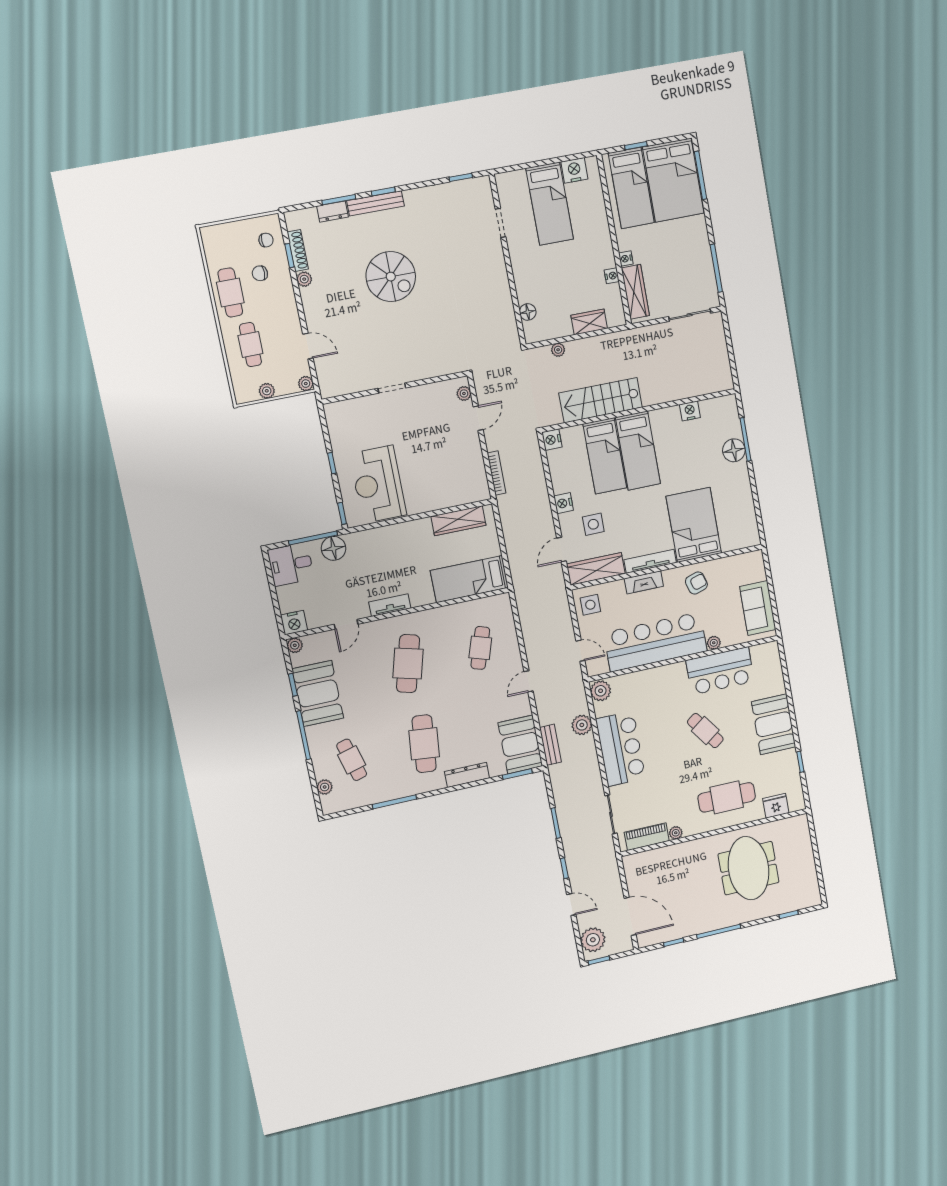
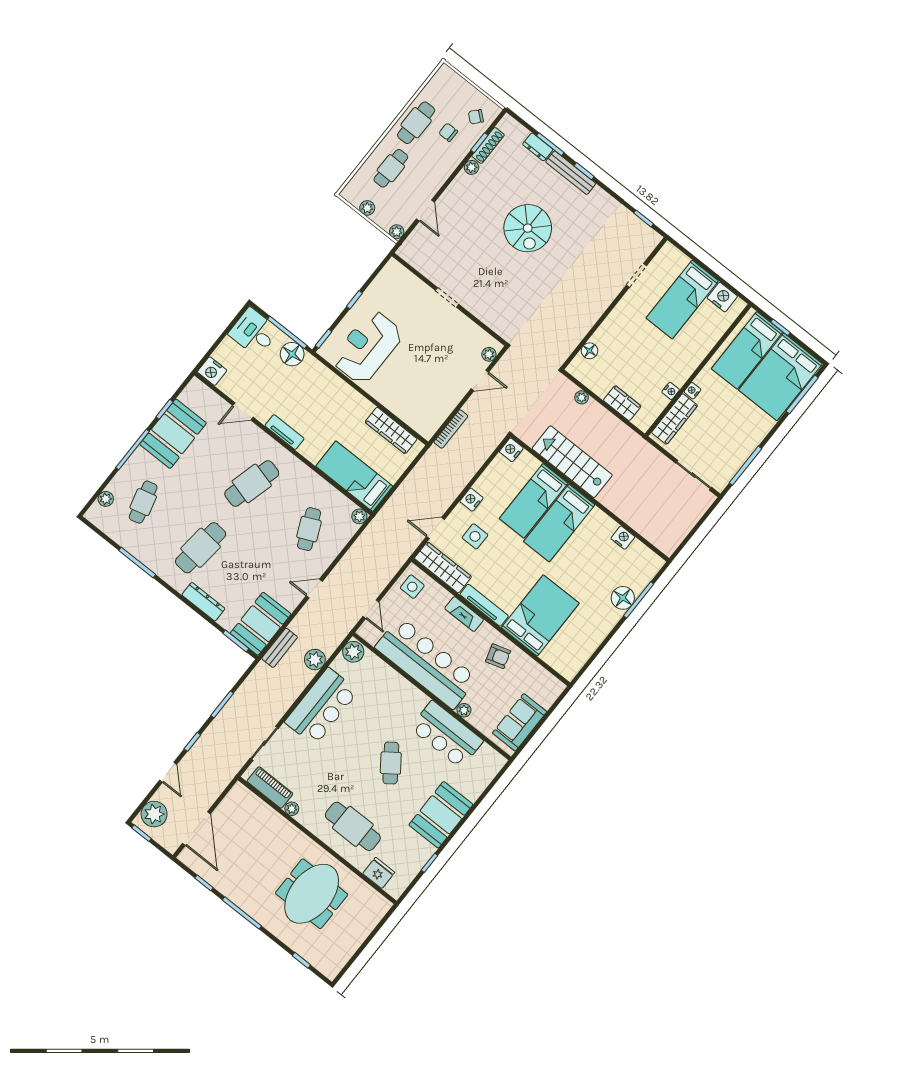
chair: (266, 240) -> (476, 117), turned 131
plant: (295, 645) -> (359, 516), moved
cafe table: (480, 648) -> (309, 529), turned -42

